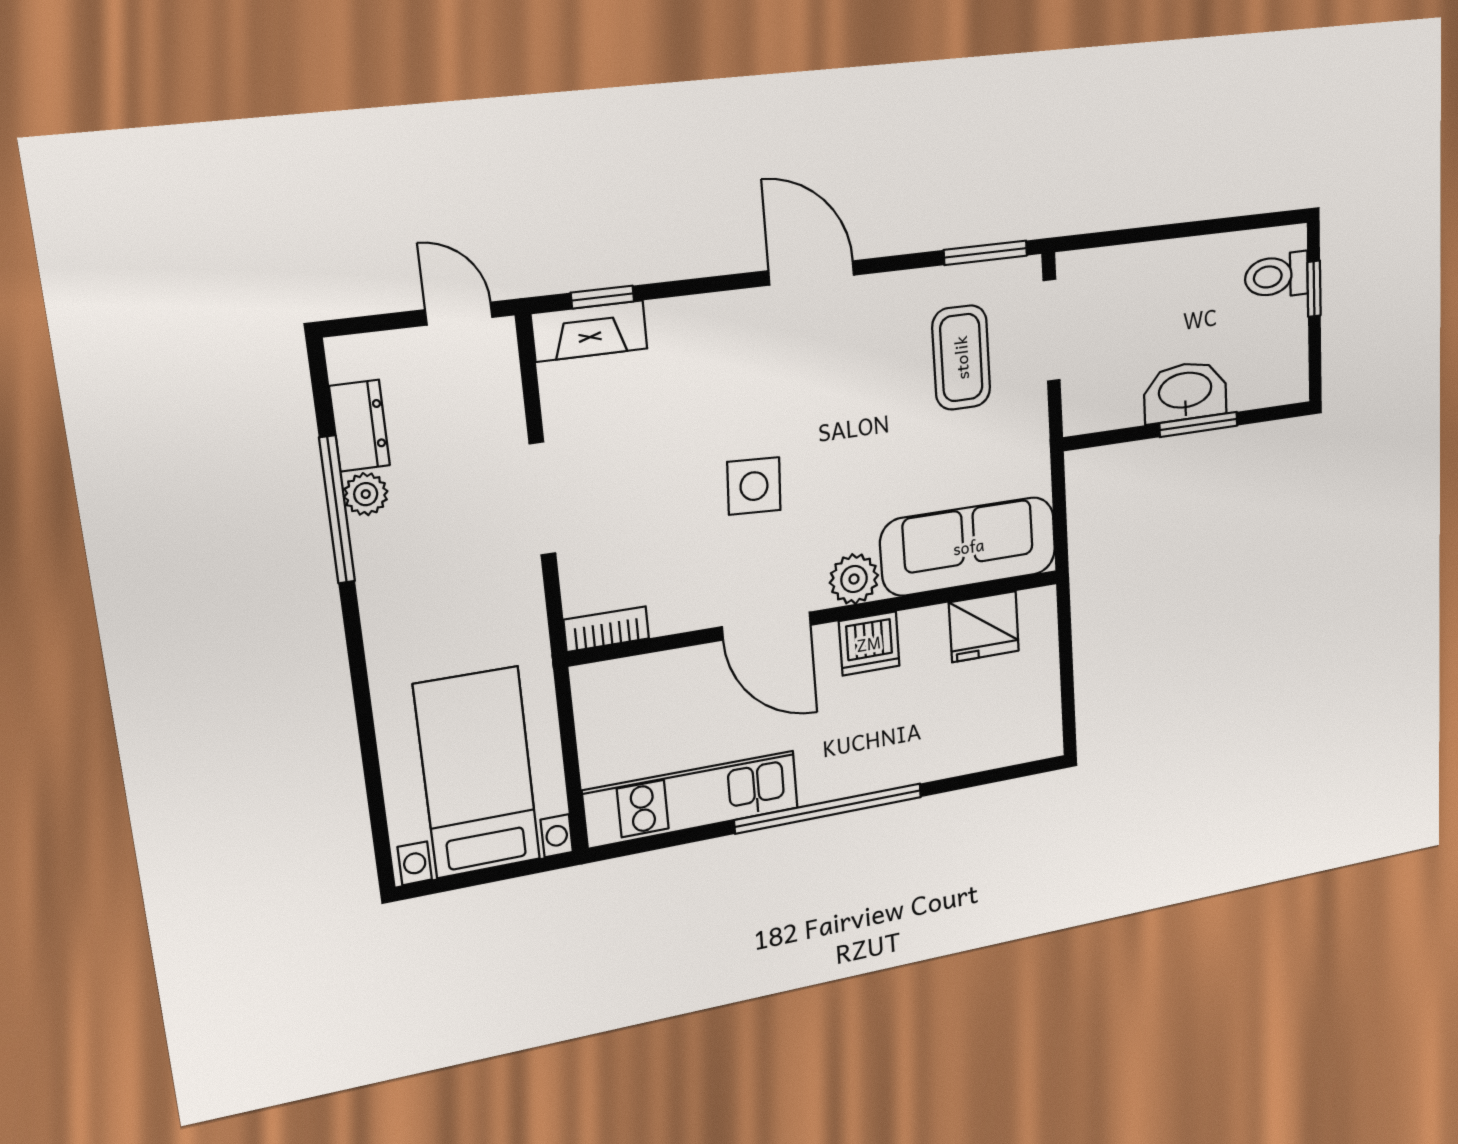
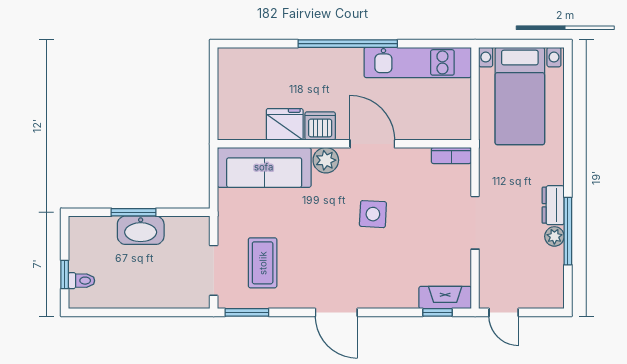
toilet: (1277, 276) -> (81, 281), width x0.73, depth x0.72
dresser: (360, 426) -> (553, 205), moved
fridge: (984, 627) -> (285, 124), moved

